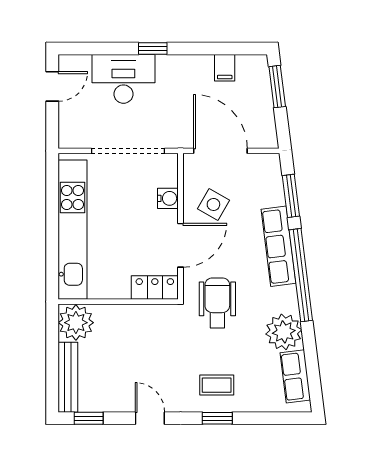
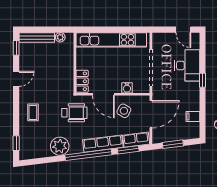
window: (277, 87) -> (173, 144), moved
plant: (76, 323) -> (60, 37), width x0.53, depth x0.53
row of seats: (295, 376) -> (136, 140), moved
window: (217, 418) -> (16, 143), moved

